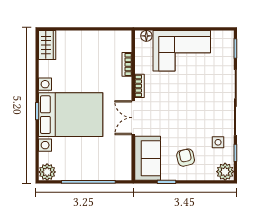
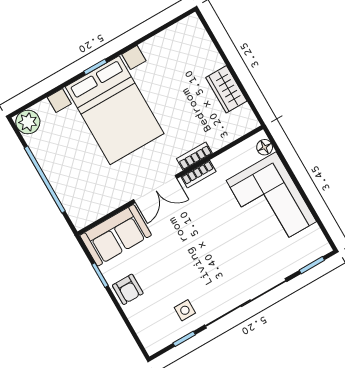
wardrobe: (47, 45) -> (226, 89), moved, turned 90
bookcase: (127, 64) -> (194, 156), moved
double door: (133, 118) -> (155, 189), swing flipped
armchair: (186, 158) -> (128, 289), moved, turned 103
plant: (225, 172) -> (154, 340), removed

